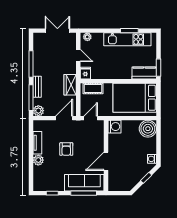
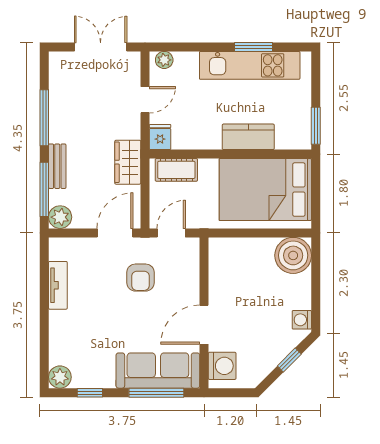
door: (78, 56) -> (145, 100), hinge flipped
kitchen counter: (144, 73) -> (248, 137), moved
washing machine: (115, 127) -> (222, 366), moved
armchair: (66, 149) -> (140, 278), moved
plant: (38, 160) -> (60, 377), moved

